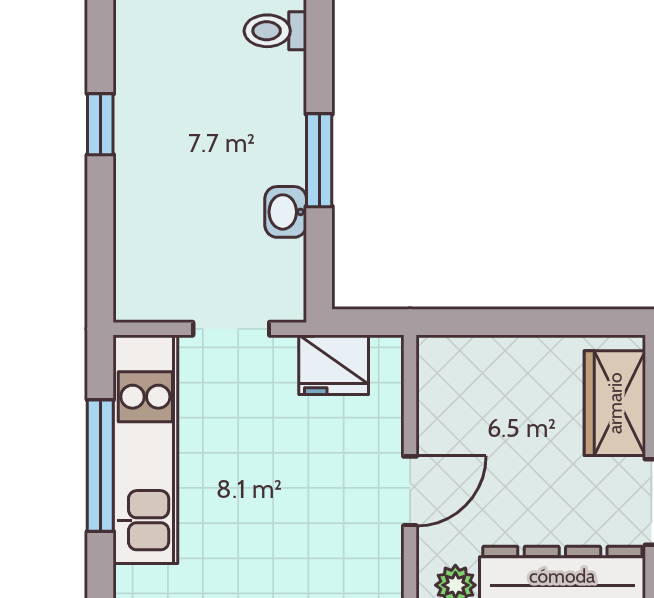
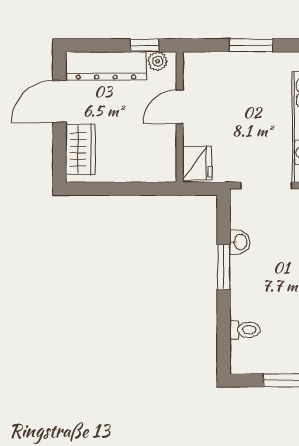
doorway: (231, 329) -> (266, 185), width x1.38
fridge: (334, 365) -> (197, 163), moved, turned 90

